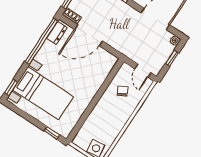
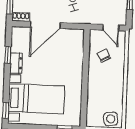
dresser: (57, 33) -> (16, 63), moved
window: (41, 41) -> (8, 55), width x0.32

